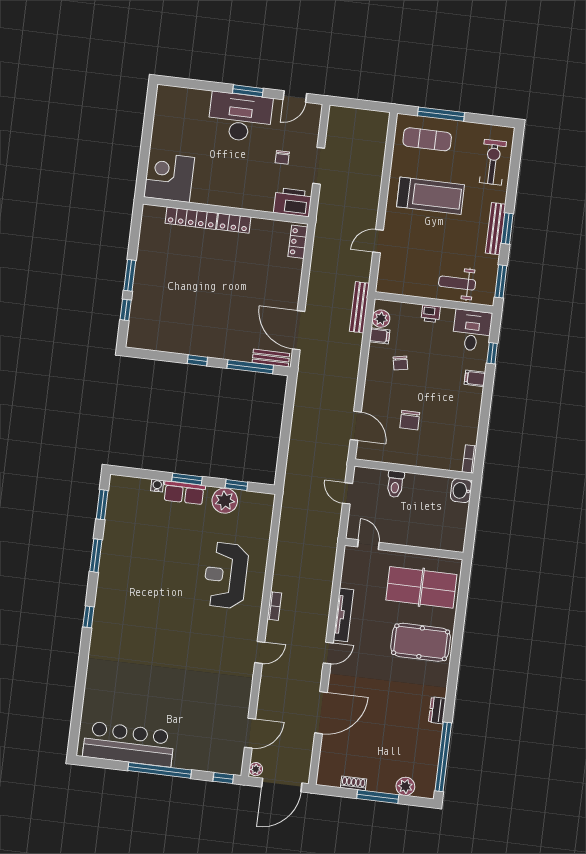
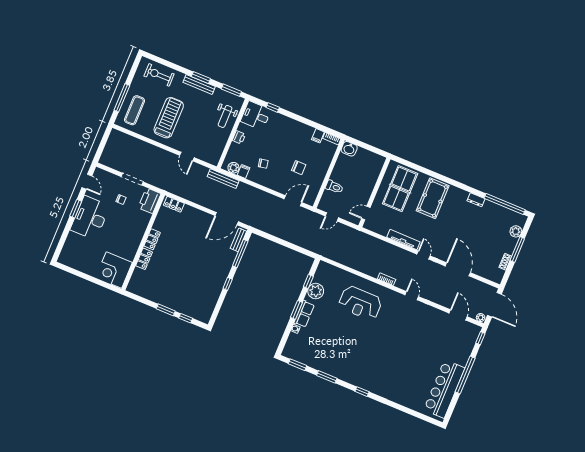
locker: (191, 218) -> (144, 259), width x0.66
filing cabinet: (475, 378) -> (318, 136), moved

